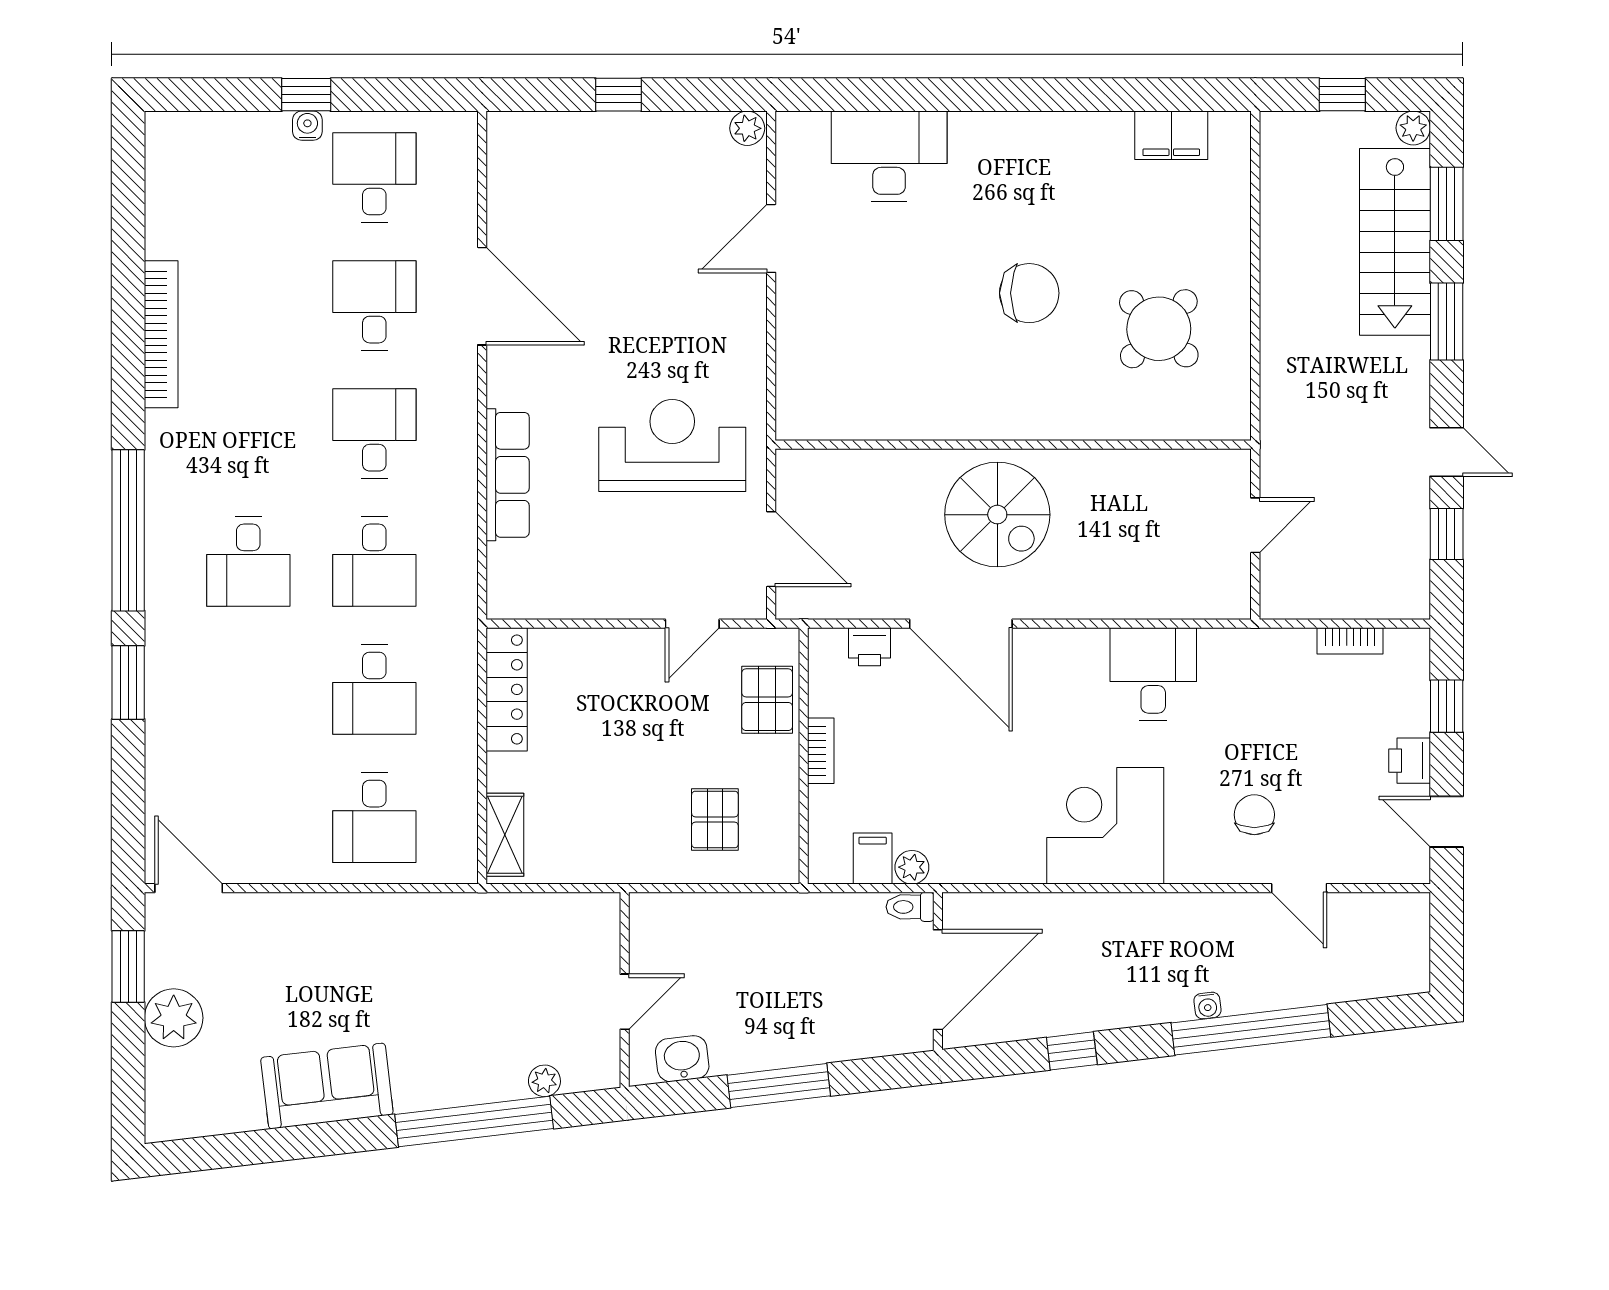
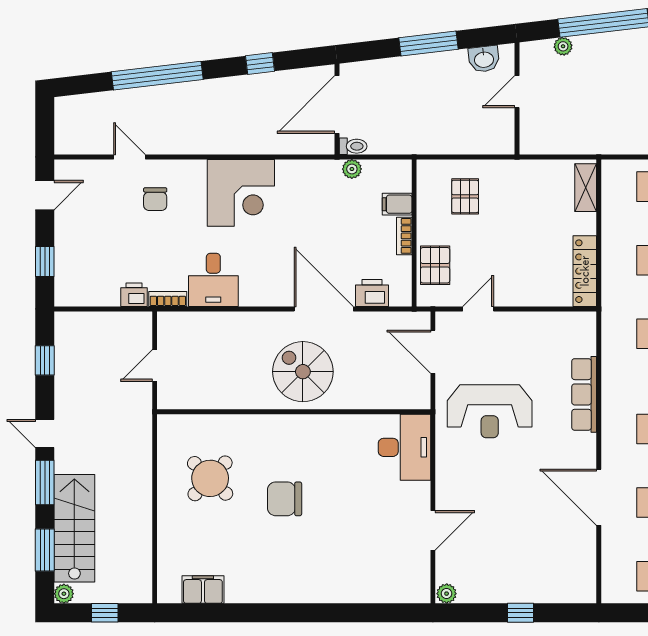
desk: (889, 156) -> (404, 447), moved, turned -90
door: (1447, 452) -> (45, 434), moved
bookcase: (1350, 641) -> (168, 299), moved
printer: (869, 647) -> (372, 293), width x1.36, depth x1.24
printer: (1410, 761) -> (134, 295), moved, turned -90
door: (1447, 822) -> (45, 195), hinge flipped
filing cabinet: (873, 859) -> (397, 204), moved, turned 90
water cooler: (1207, 1006) -> (182, 90), removed

